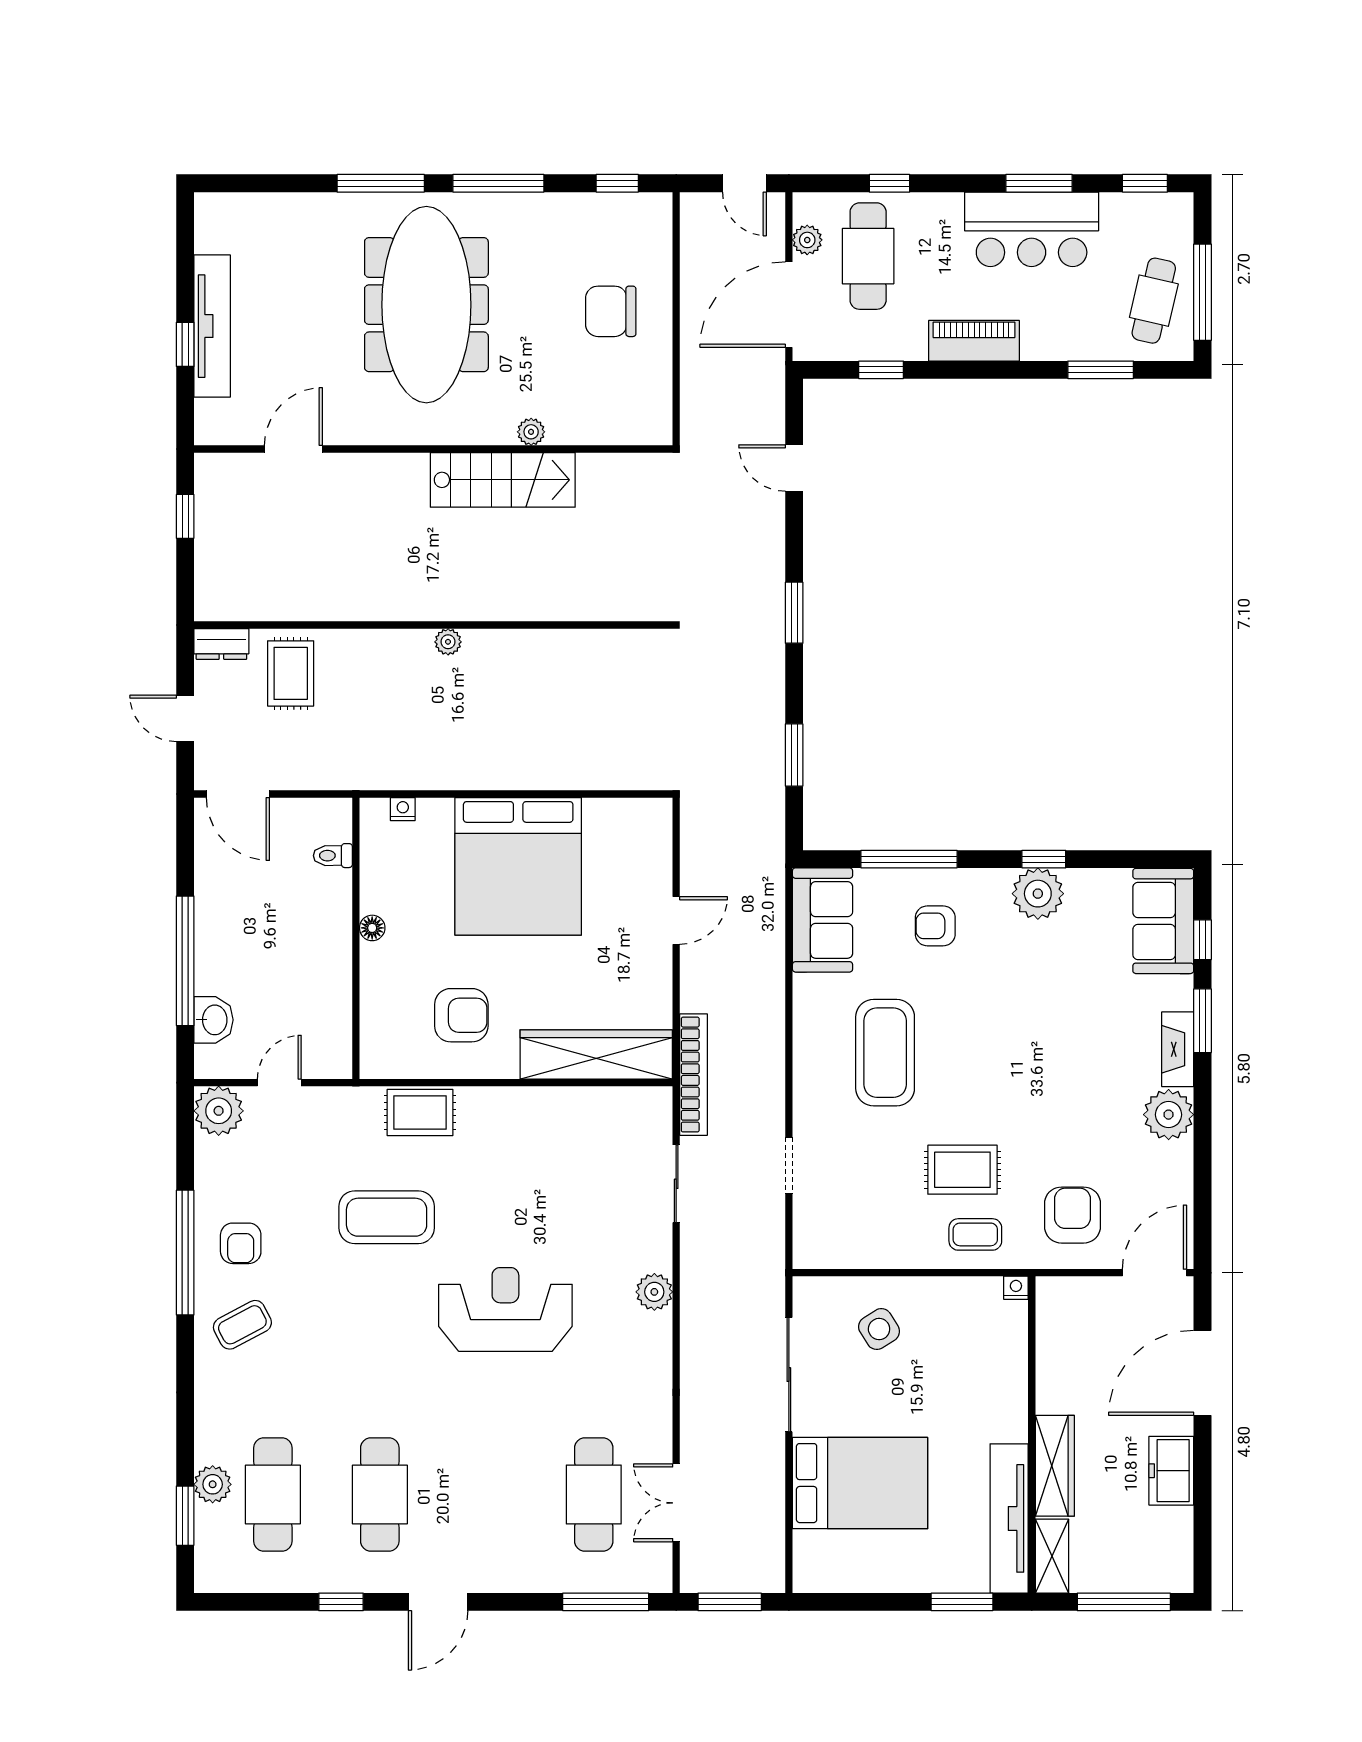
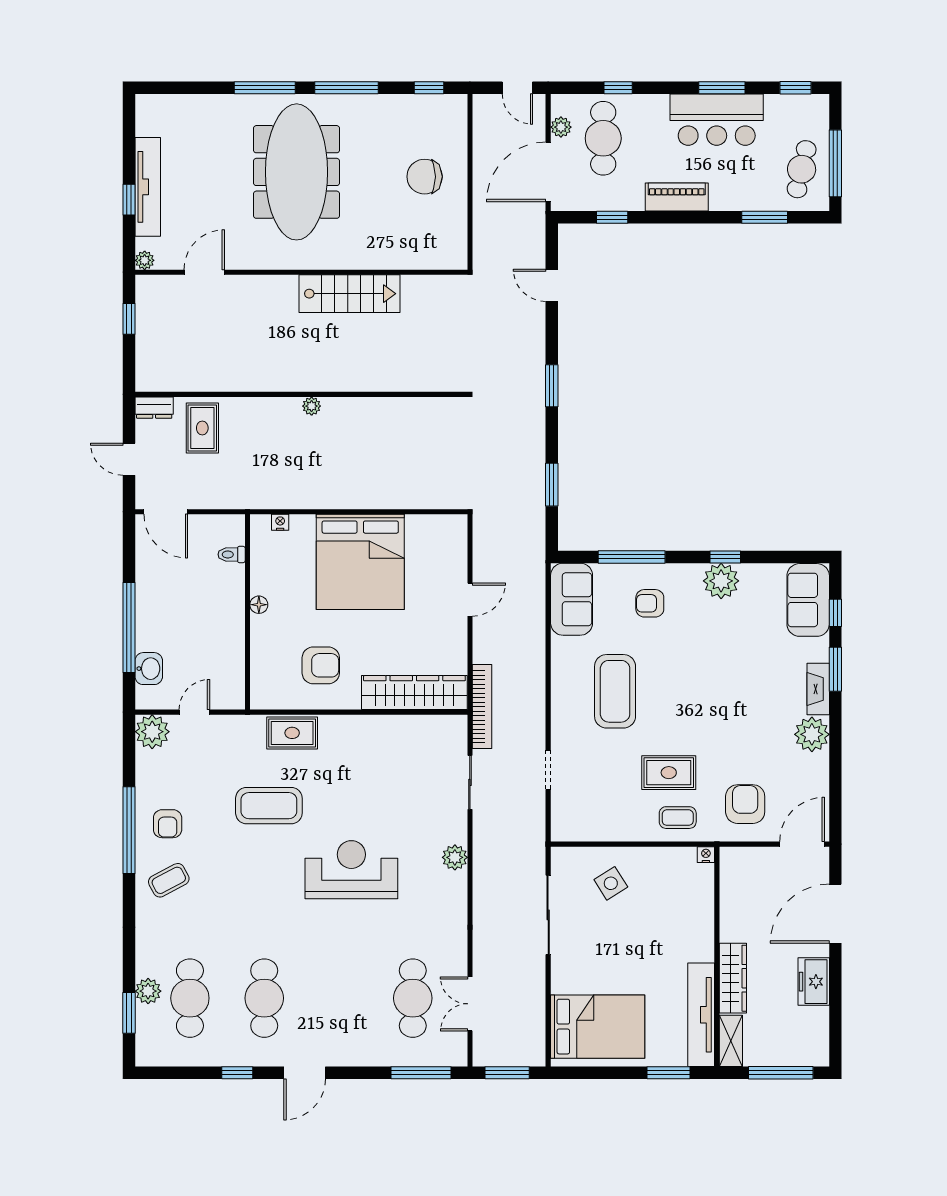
plant: (531, 432) -> (145, 260), moved
bed: (860, 1483) -> (598, 1027), moved

